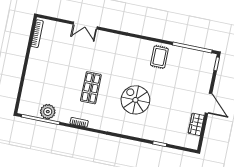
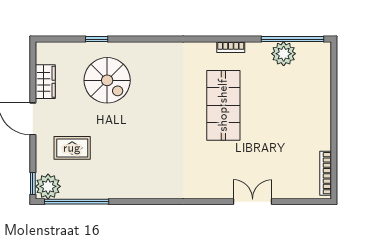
rug: (159, 57) -> (72, 148), moved, turned 90
plant: (208, 60) -> (48, 186), added
shop shelf: (91, 88) -> (223, 105), width x1.43, depth x1.36
spiral stairs: (135, 100) -> (107, 80), moved

